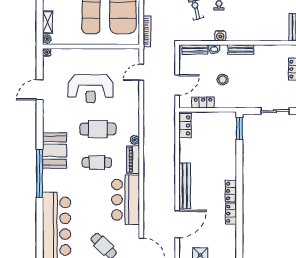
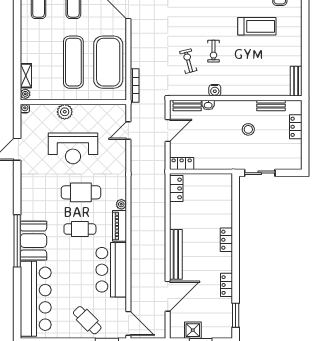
bench: (241, 50) -> (271, 106), moved
plant: (83, 55) -> (65, 112), added
stool: (223, 80) -> (248, 129), moved
door: (177, 85) -> (168, 131), moved
locker: (203, 103) -> (182, 163), moved
sliding door: (275, 111) -> (260, 173), moved
window: (239, 129) -> (236, 315), moved
booth: (54, 151) -> (33, 241), moved
locker: (231, 191) -> (226, 240), moved

